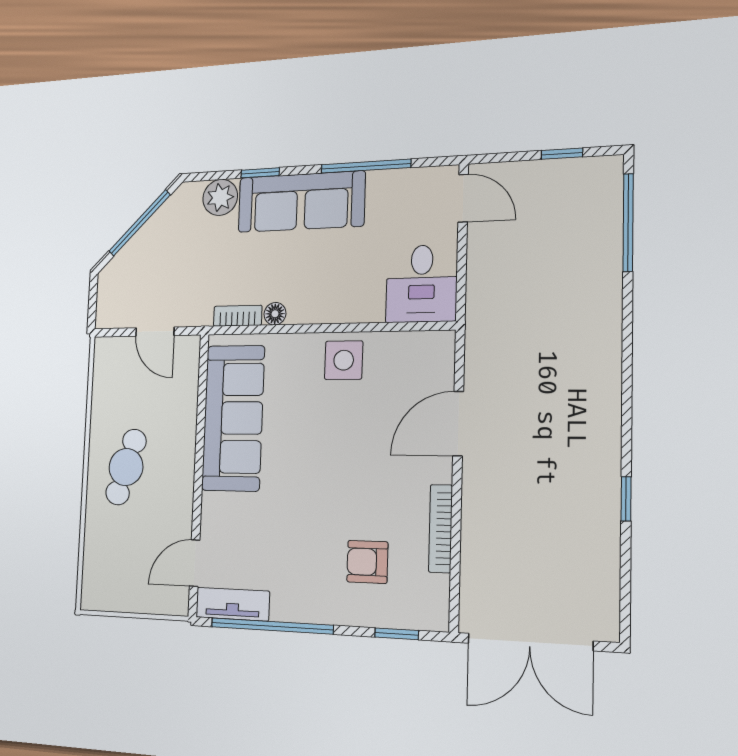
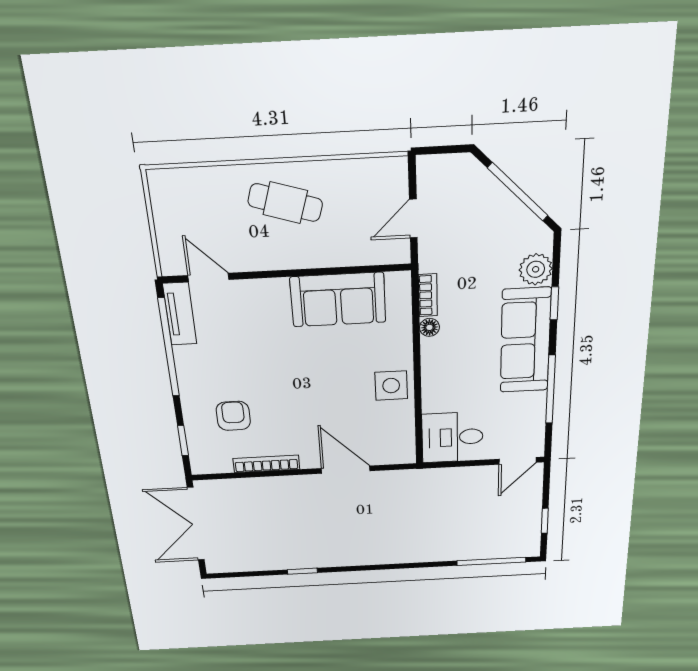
sofa: (233, 418) -> (338, 300), width x0.73

